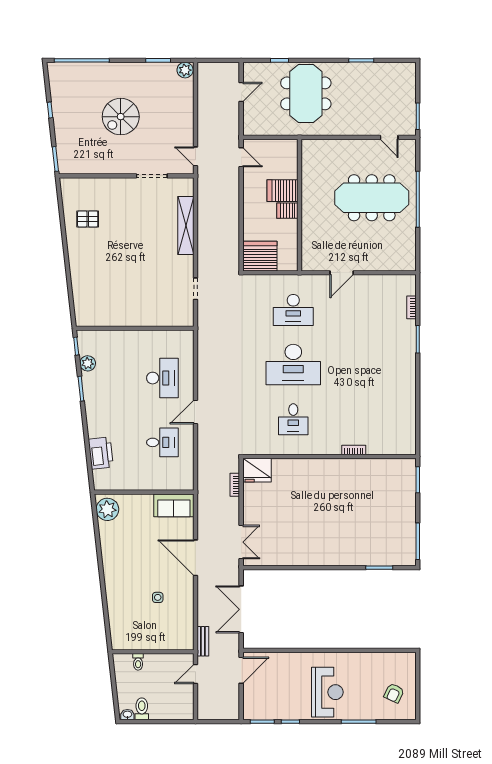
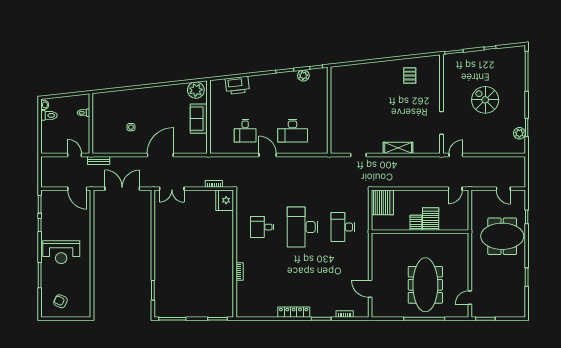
plant: (185, 70) -> (519, 133), moved
shelving: (186, 225) -> (398, 148), width x0.68
door: (342, 273) -> (370, 289), moved
locker: (409, 377) -> (294, 312), added
sofa: (174, 505) -> (199, 119), moved

